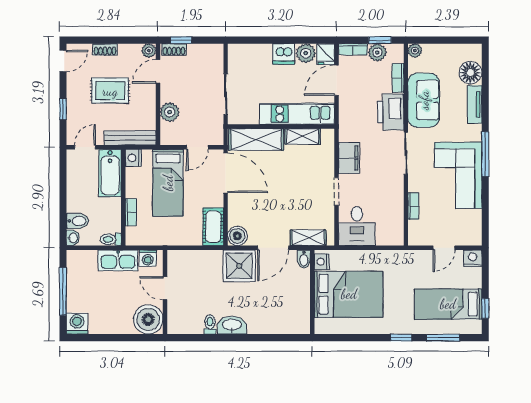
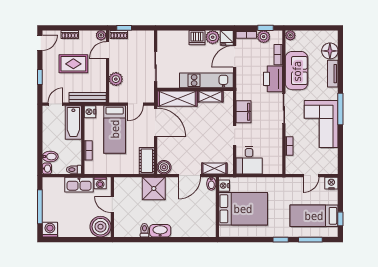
shower: (239, 266) -> (154, 189), moved

